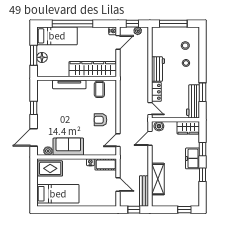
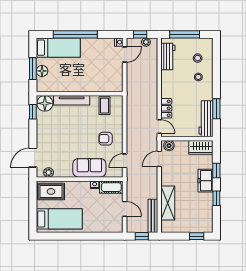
wardrobe: (93, 69) -> (97, 84), removed
workbench: (158, 69) -> (168, 56), moved
floor lamp: (45, 87) -> (45, 103), added
window: (34, 108) -> (33, 112), moved
sofa: (68, 147) -> (89, 168), moved

